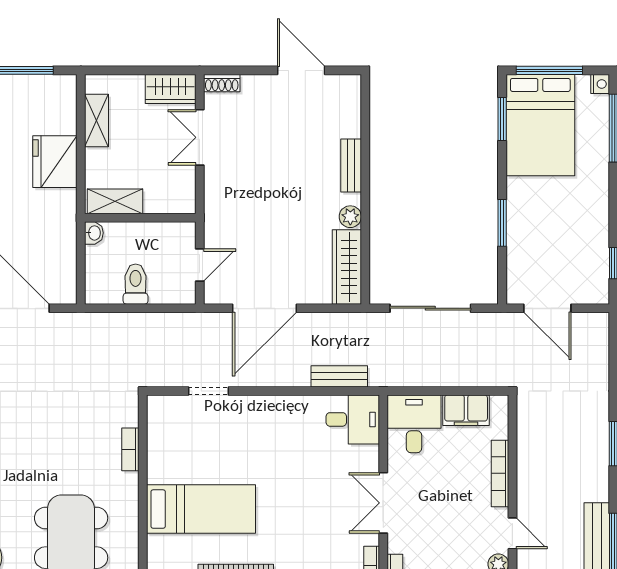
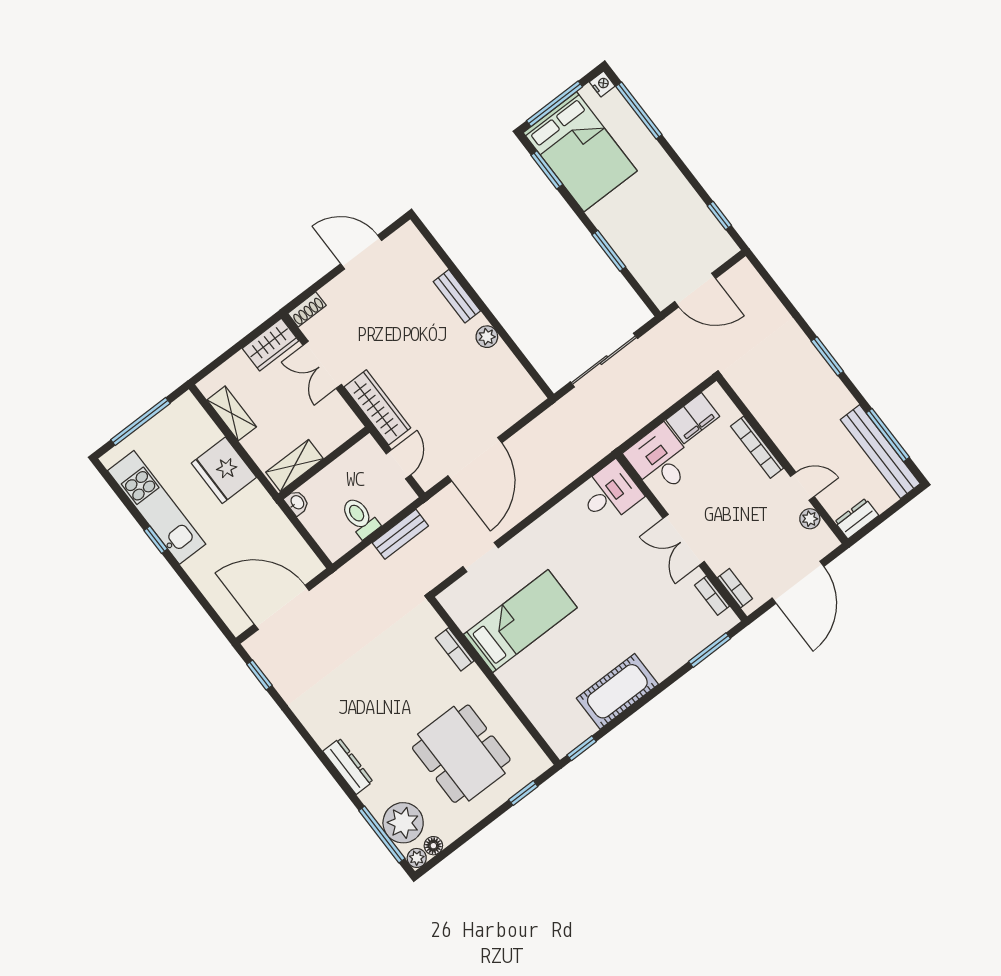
wardrobe: (347, 267) -> (377, 407), moved, turned 180
bench: (339, 376) -> (400, 534), moved
bed: (201, 509) -> (520, 621), moved

